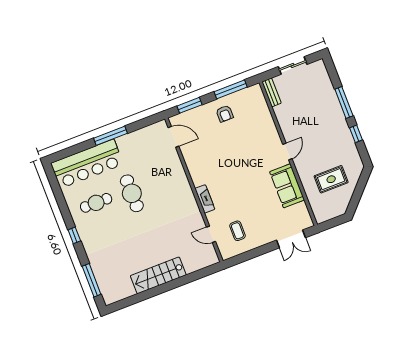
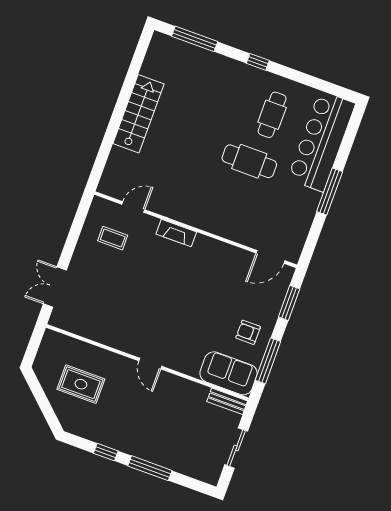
rug: (331, 179) -> (81, 384), turned 90
sofa: (287, 186) -> (229, 373), moved

